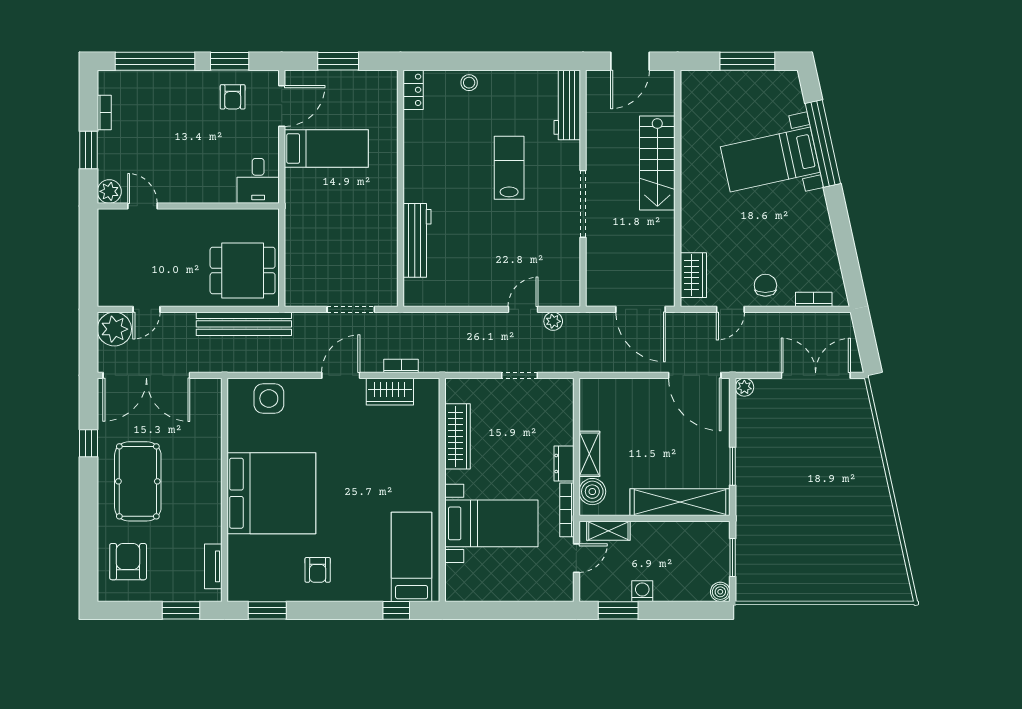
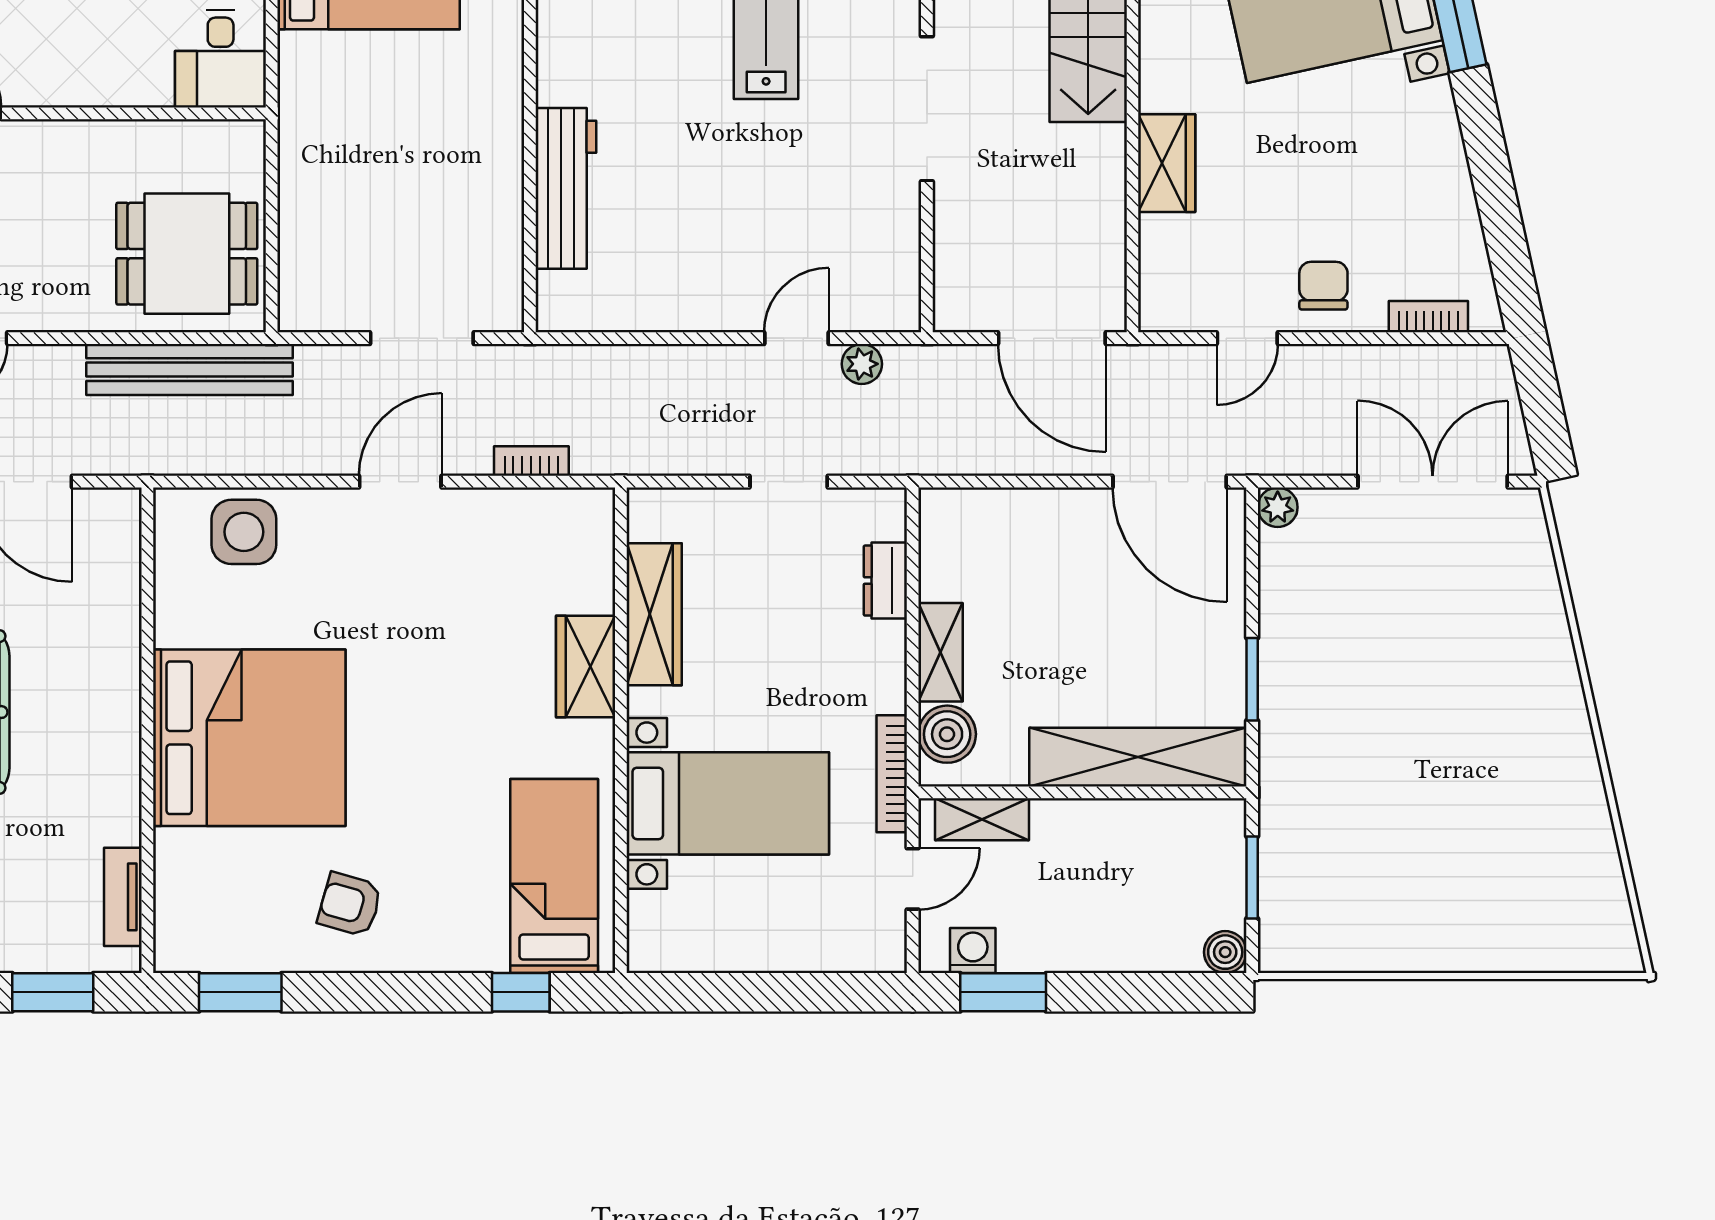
wardrobe: (693, 275) -> (1167, 163), moved
wardrobe: (390, 392) -> (586, 666), moved, turned 90
dresser: (564, 464) -> (885, 581), moved
armchair: (318, 570) -> (350, 904), turned 106
washing machine: (642, 591) -> (973, 951), moved

